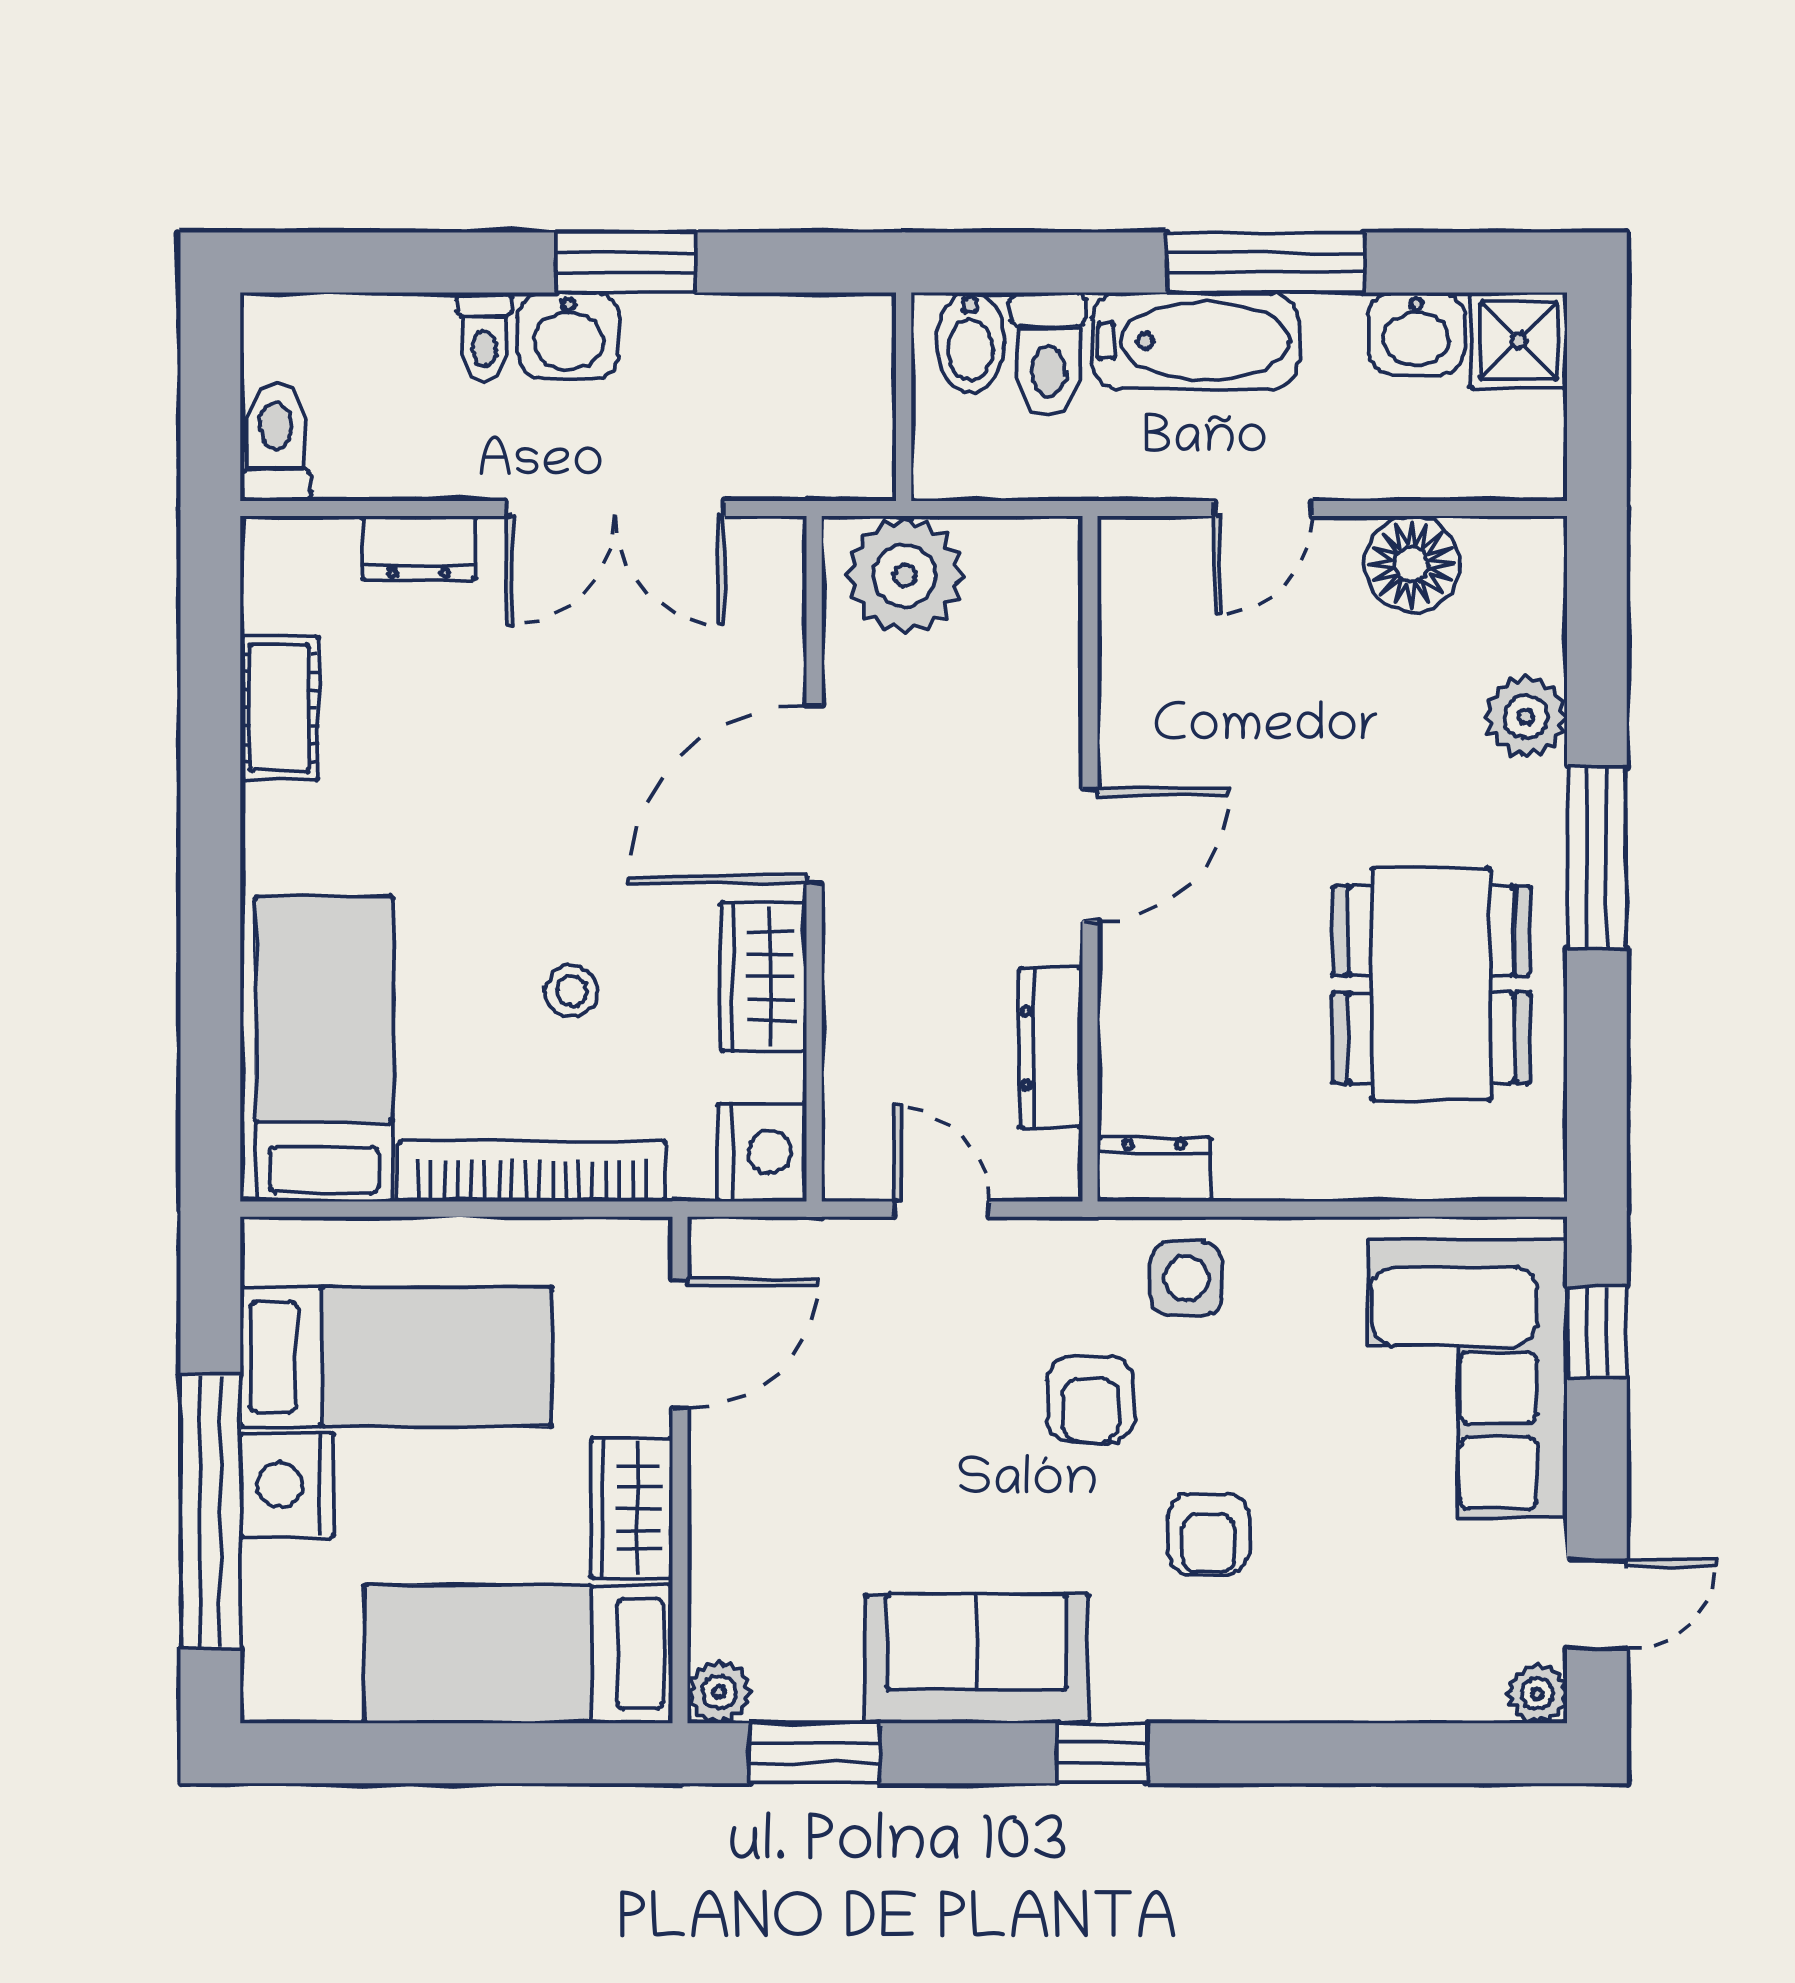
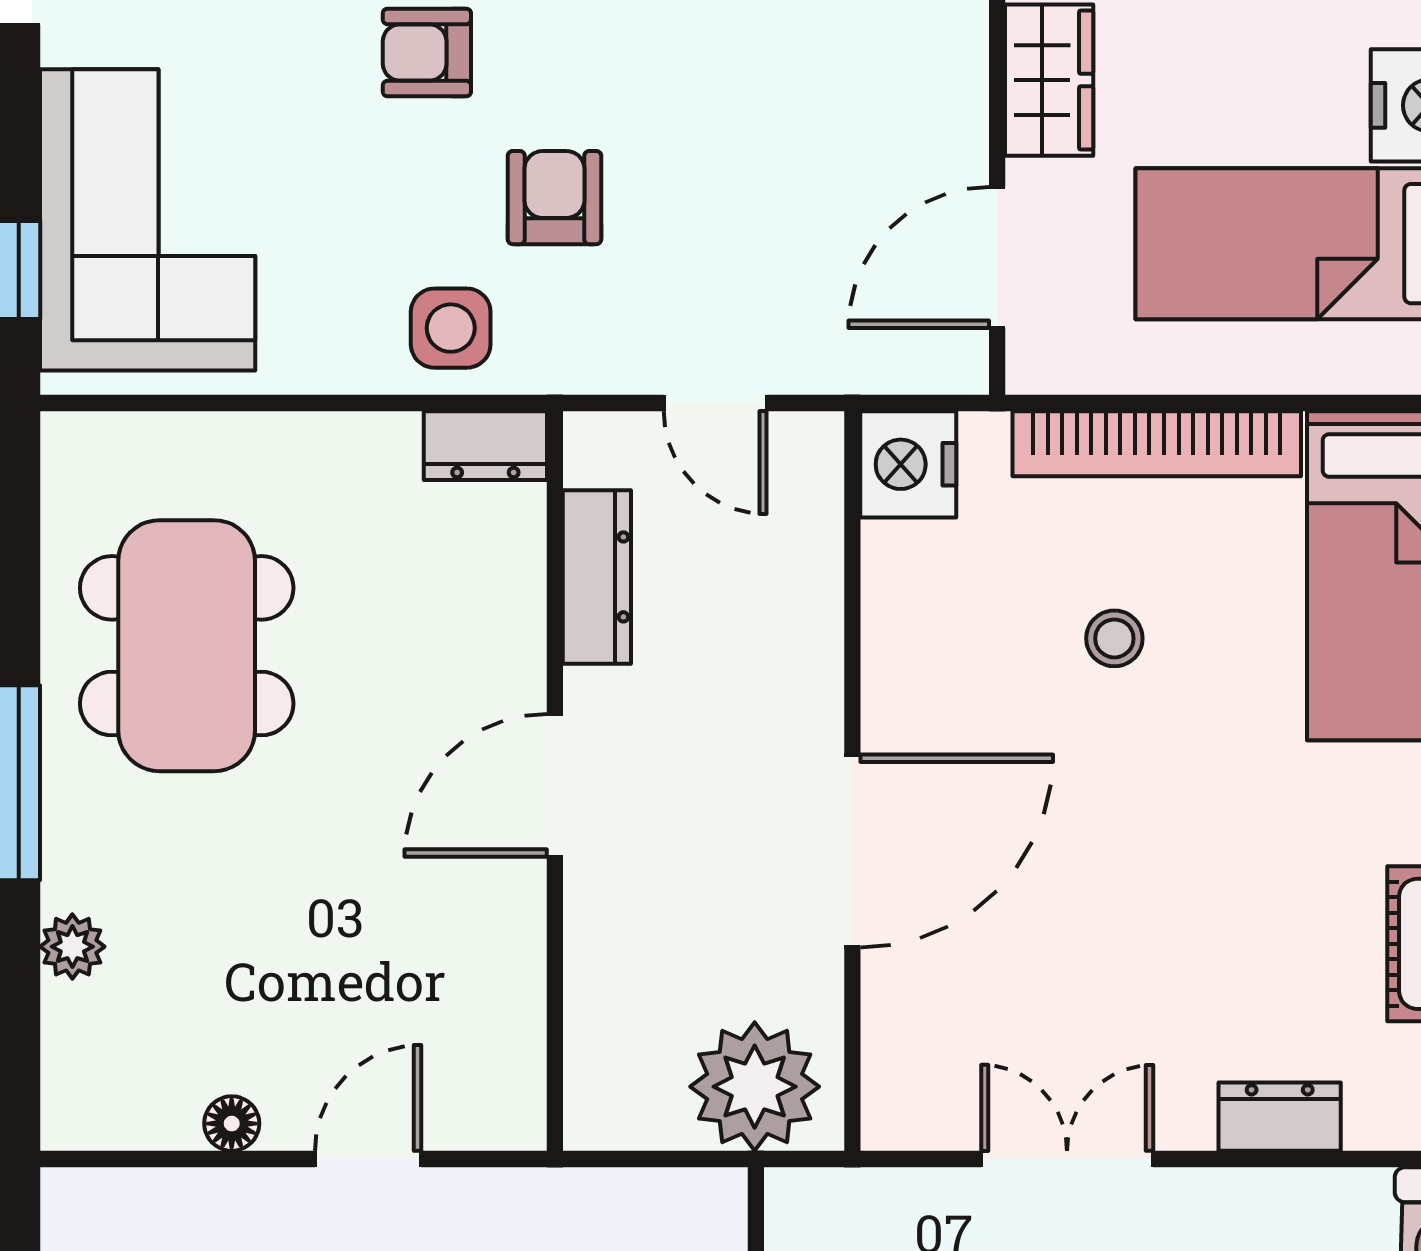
double door: (615, 508) -> (1067, 1159), width x0.73
floor lamp: (1412, 564) -> (232, 1124), width x0.53, depth x0.53
plant: (1526, 717) -> (72, 947), width x0.73, depth x0.73
wardrobe: (764, 977) -> (907, 654), removed
armchair: (1209, 1534) -> (427, 52), turned -90

